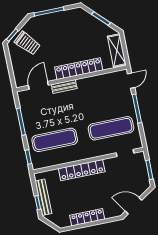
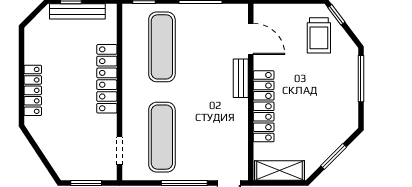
trolley: (27, 43) -> (319, 35), turned -48
door: (134, 206) -> (36, 147), removed
locker: (87, 217) -> (33, 90), moved

